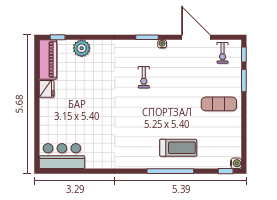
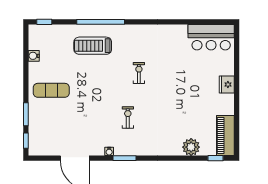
exercise bike: (223, 53) -> (139, 73), moved
fridge: (47, 89) -> (227, 84), moved
water cooler: (236, 163) -> (34, 56), moved

